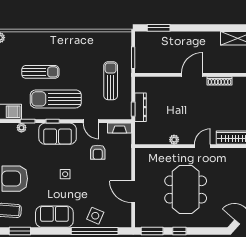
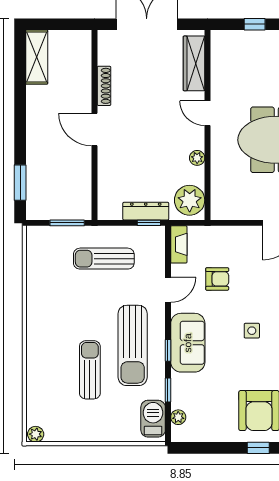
plant: (21, 128) -> (178, 417), moved
plant: (147, 135) -> (190, 200), added

